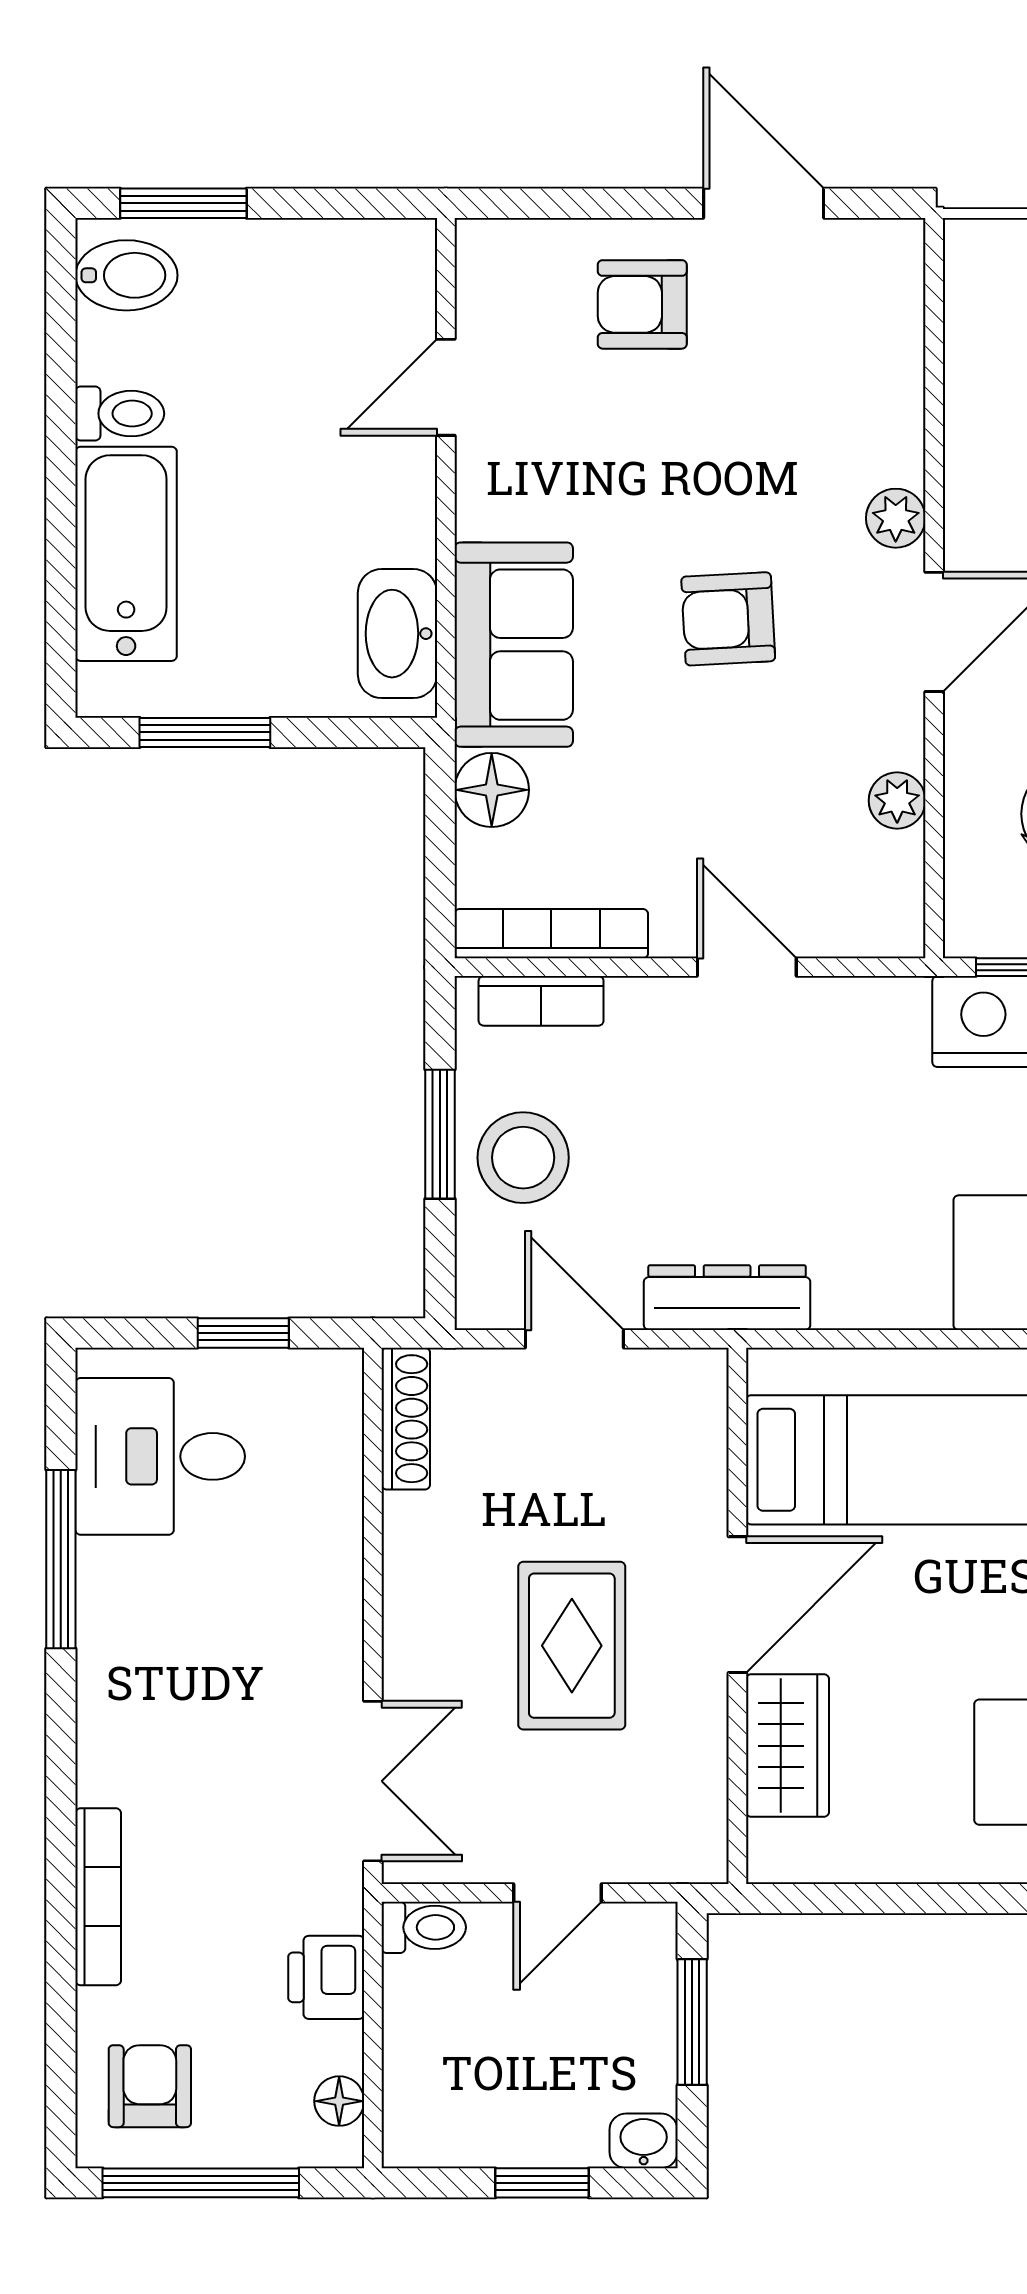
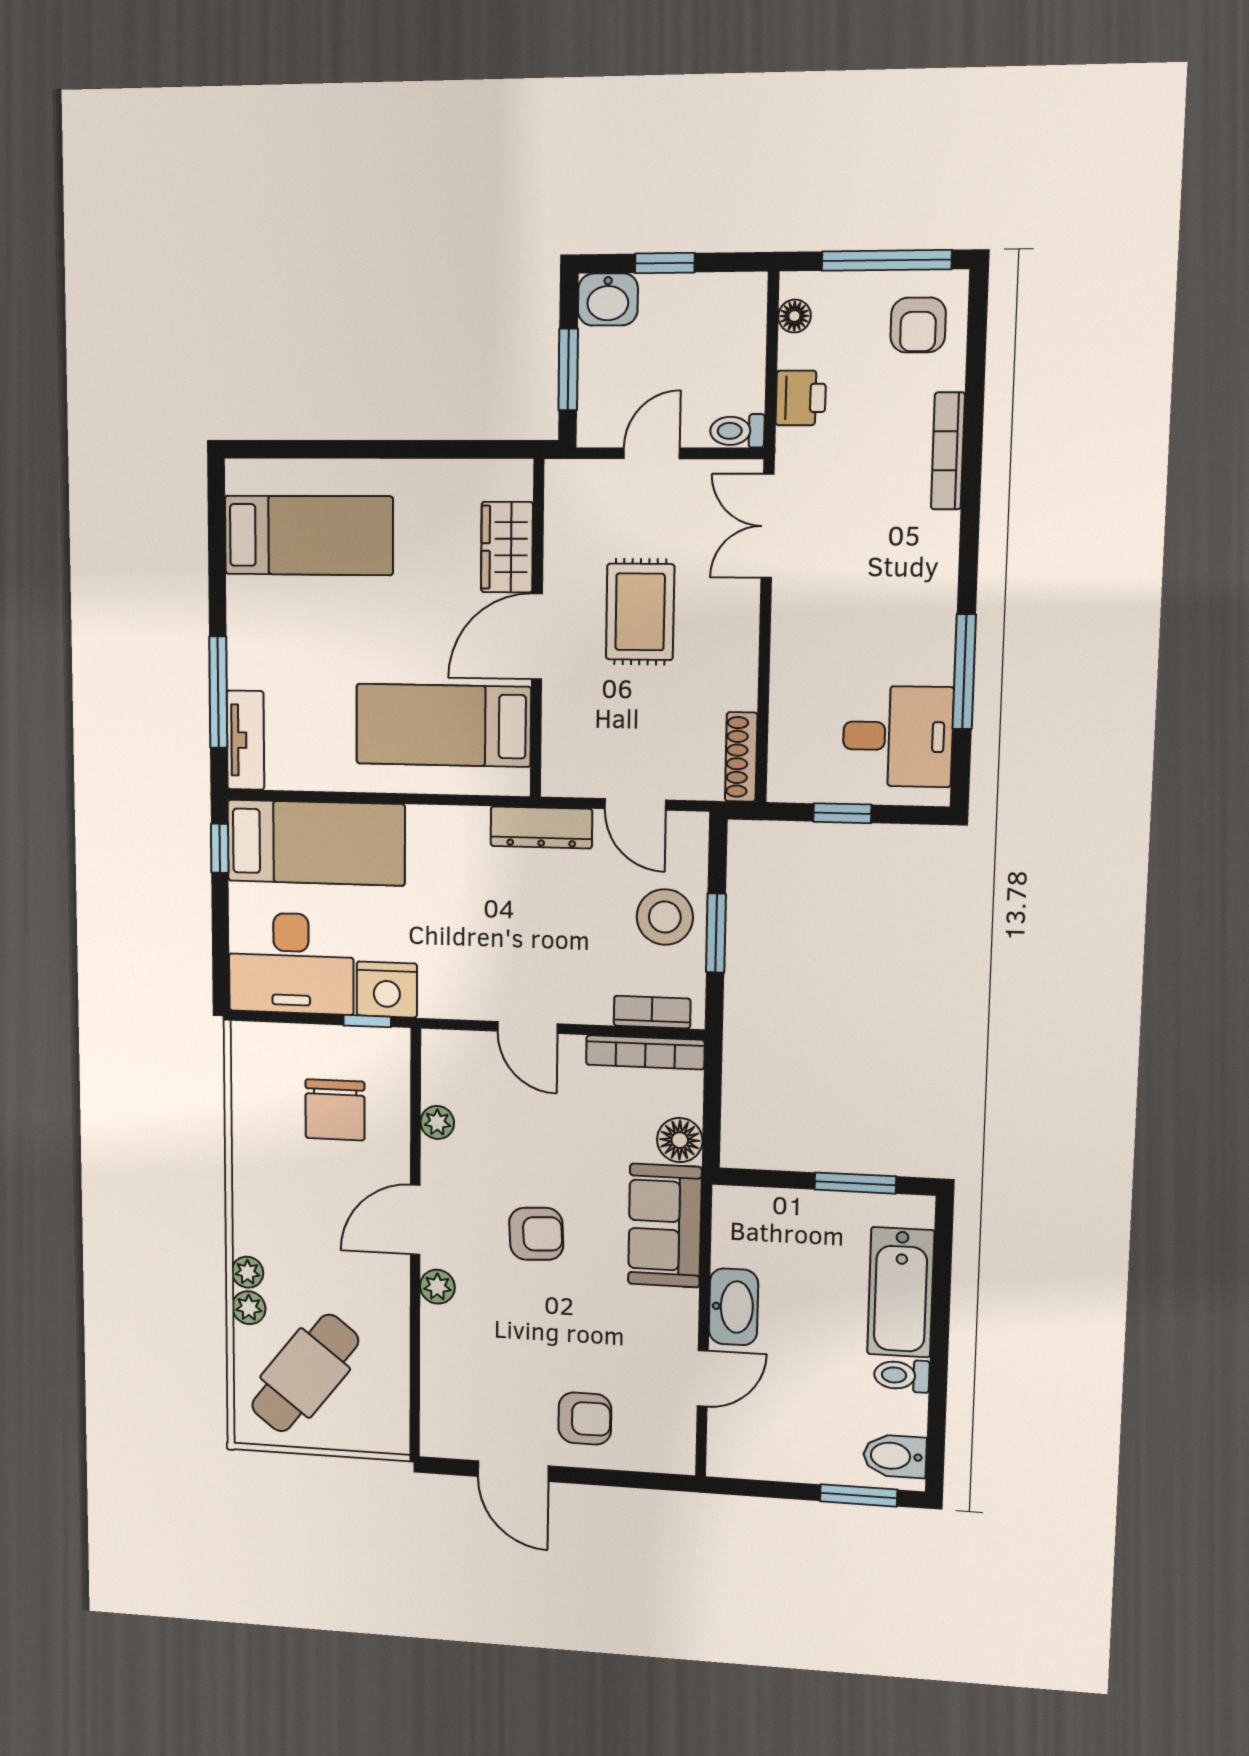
washbasin: (398, 634) -> (733, 1307), moved
washbasin: (644, 2141) -> (608, 299), width x1.38, depth x1.45

